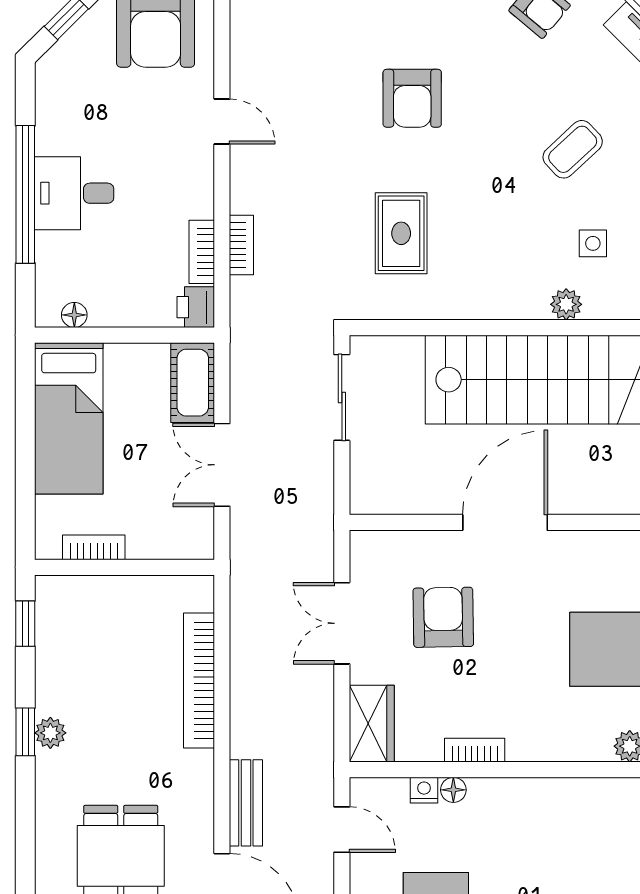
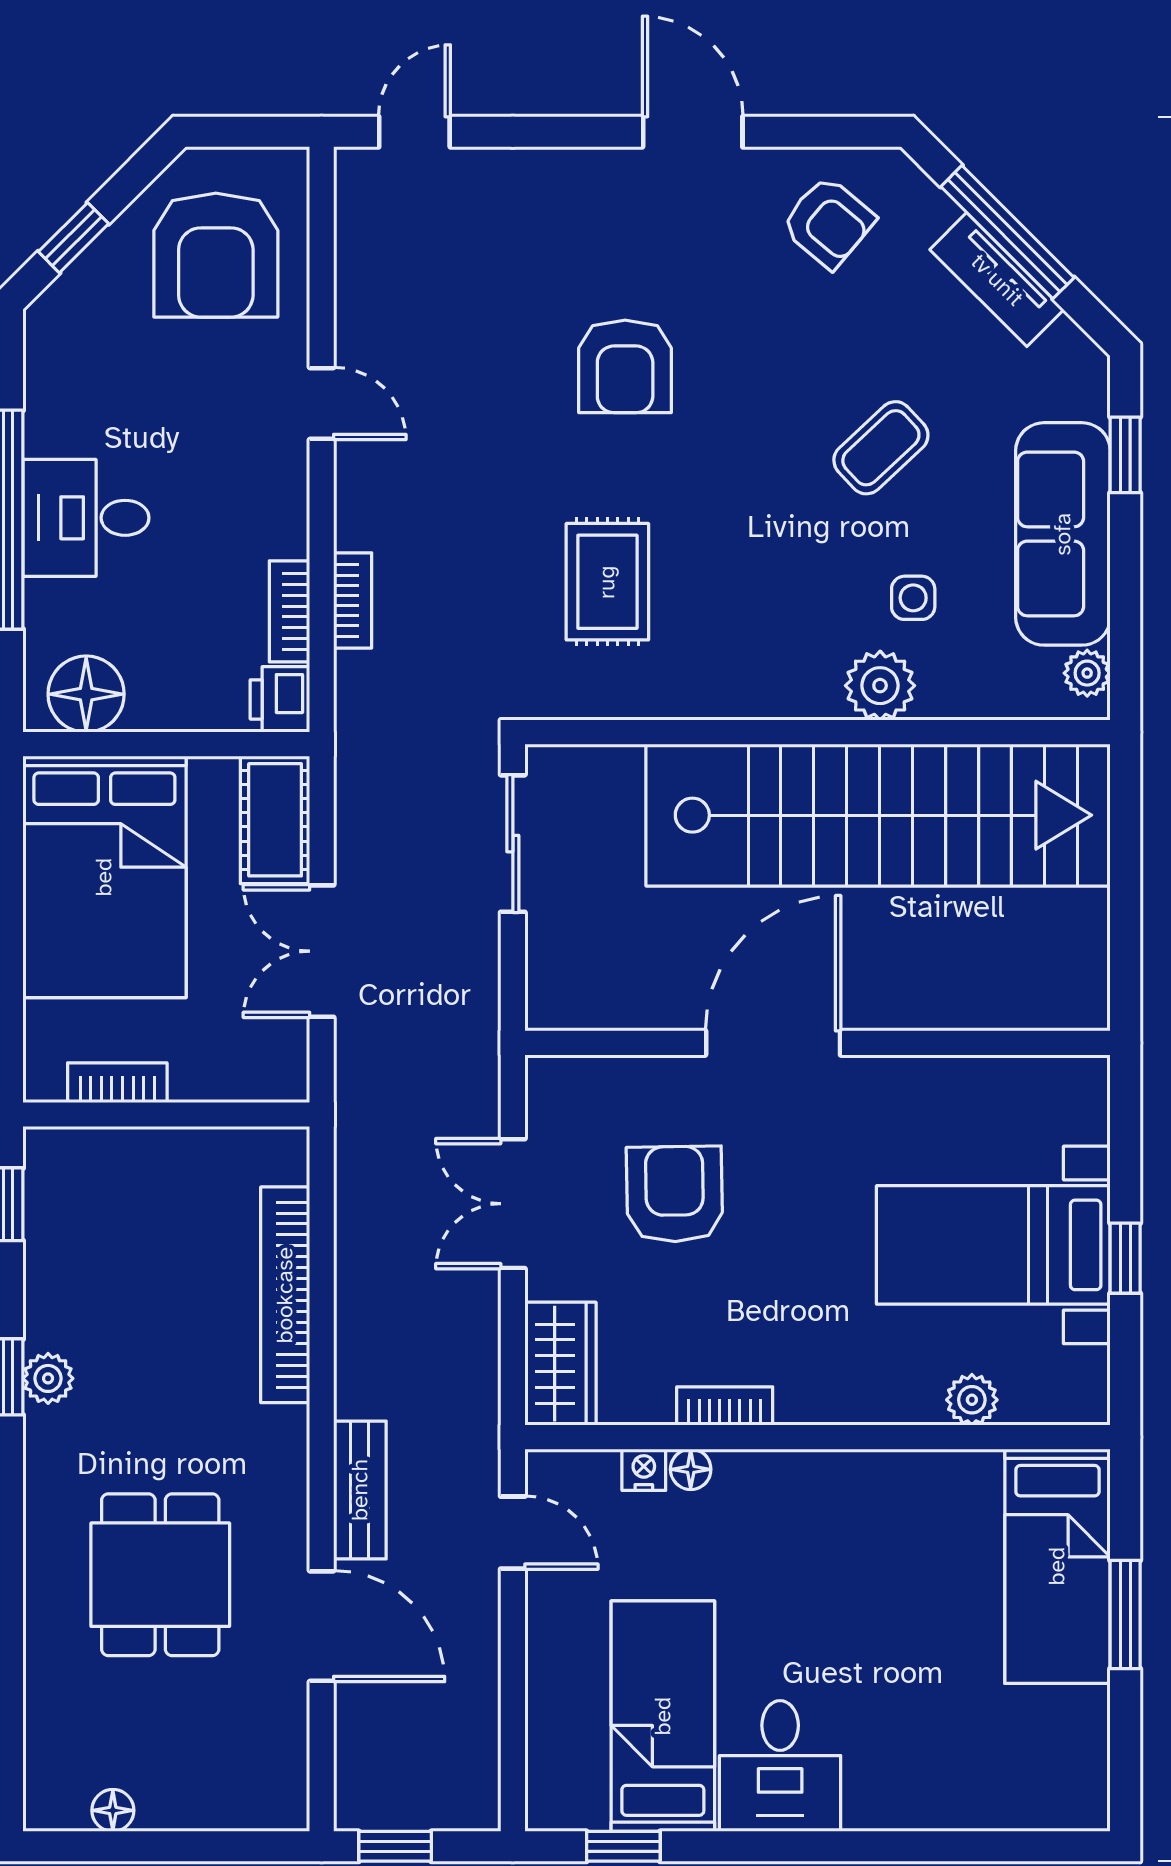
plant: (566, 304) -> (880, 686), width x1.38, depth x1.38
floor lamp: (74, 315) -> (86, 694), width x1.89, depth x1.89
bed: (69, 418) -> (104, 877), width x1.50

